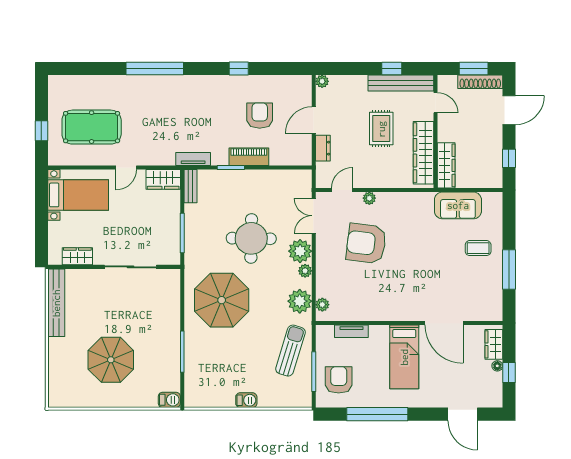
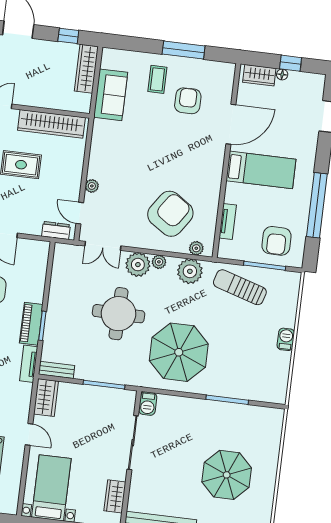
dresser: (323, 148) -> (56, 230), moved
piano: (249, 157) -> (31, 324), moved
wardrobe: (446, 165) -> (86, 69), moved, turned -90
armchair: (366, 243) -> (170, 214), moved, turned -153
armchair: (461, 279) -> (188, 101), added
armchair: (339, 380) -> (277, 241), turned -90
barbecue: (169, 400) -> (148, 404), moved, turned 180

